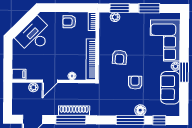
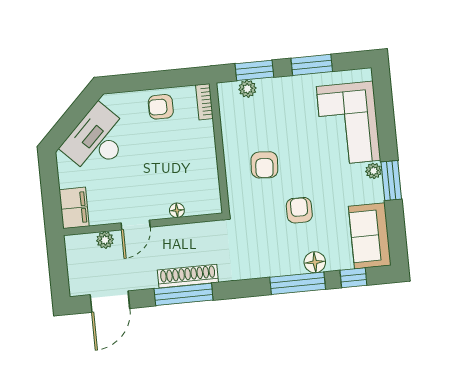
bookcase: (91, 59) -> (210, 175), removed
filing cabinet: (19, 74) -> (74, 208), width x2.00
sofa: (170, 88) -> (370, 236), moved

